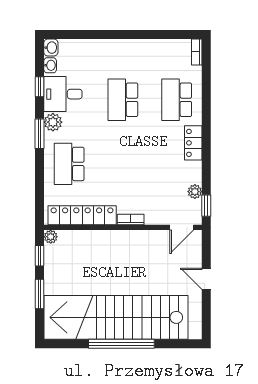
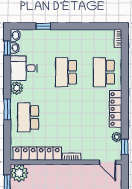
window: (91, 35) -> (43, 26), added
window: (40, 87) -> (7, 48), moved
window: (40, 134) -> (7, 109), moved
locker: (193, 143) -> (116, 109), width x1.53
door: (182, 227) -> (107, 162), hinge flipped
plant: (51, 237) -> (19, 173), width x1.88, depth x1.88

